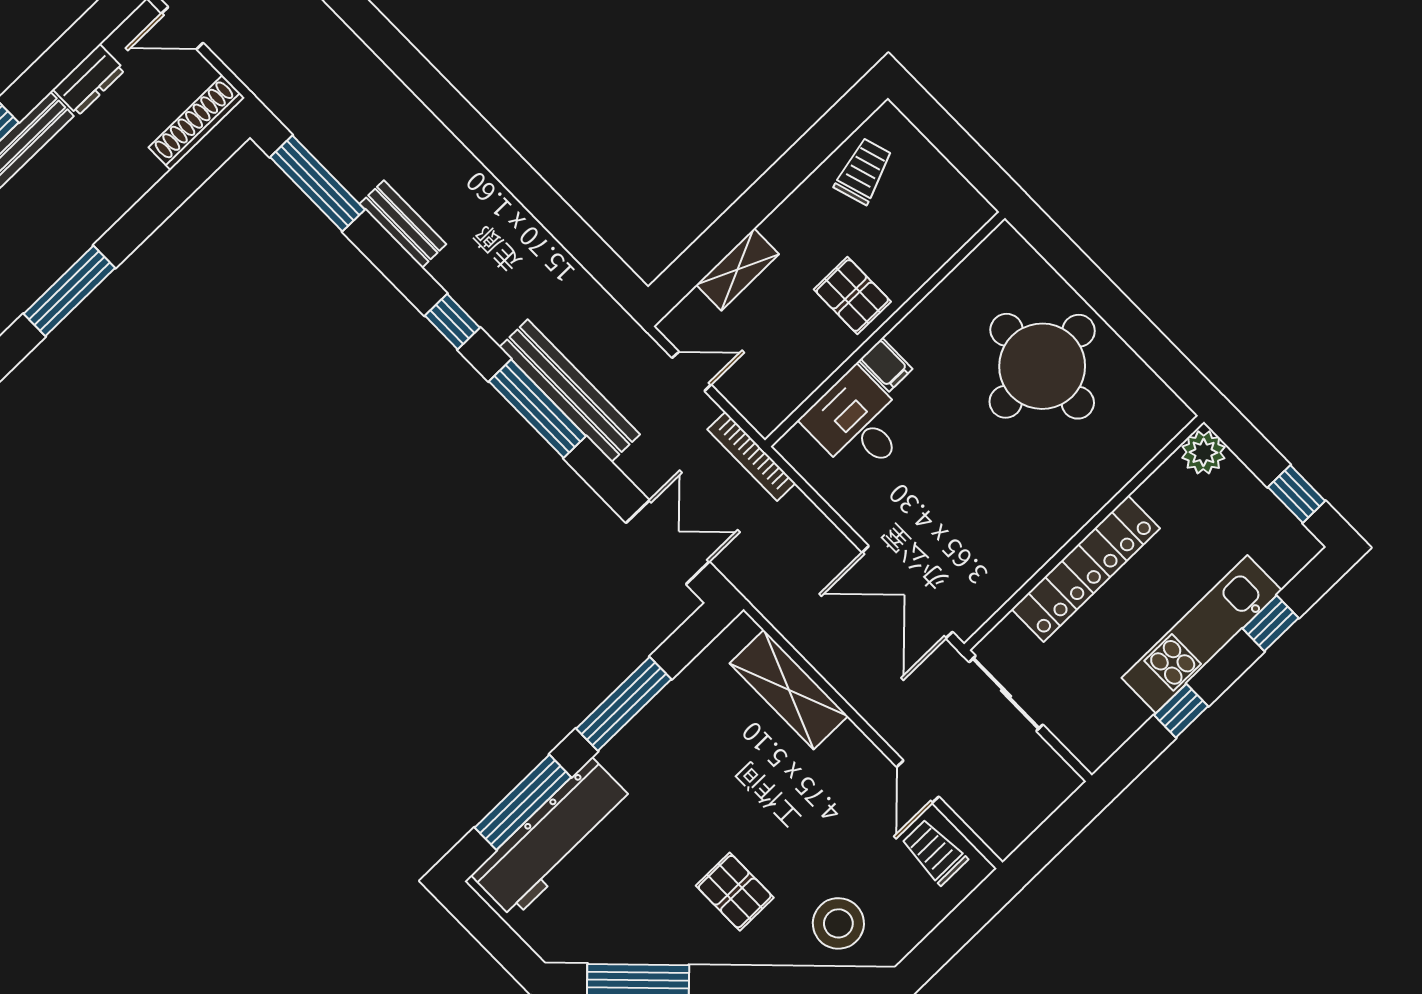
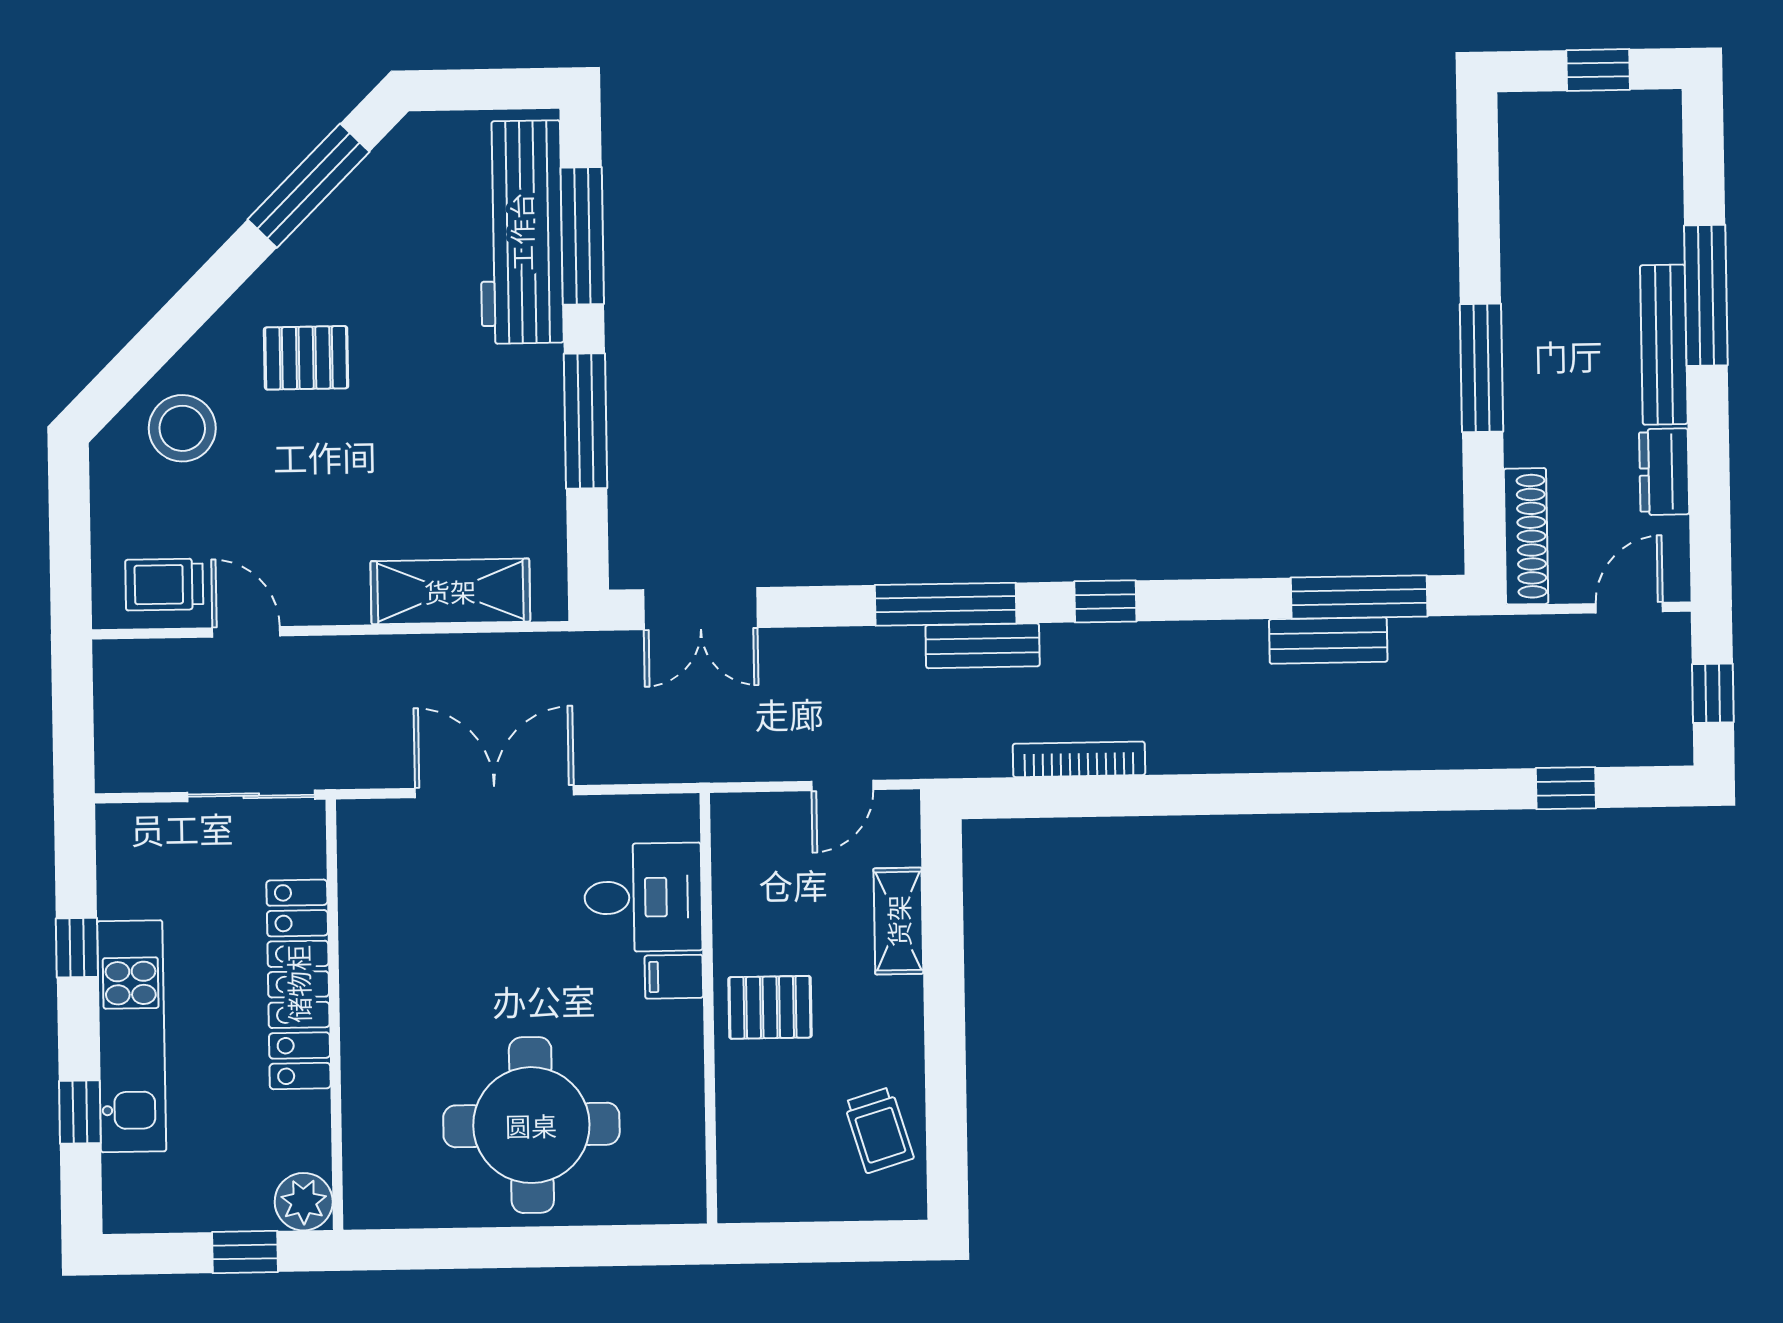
bench: (403, 224) -> (1328, 641), moved
window: (69, 291) -> (1482, 368), moved
bench: (570, 391) -> (983, 646), width x0.54, depth x0.82
bookcase: (751, 456) -> (1079, 759), moved
window: (1297, 494) -> (245, 1252), moved
double door: (907, 592) -> (494, 792), moved
trolley: (934, 852) -> (164, 584), turned 180

